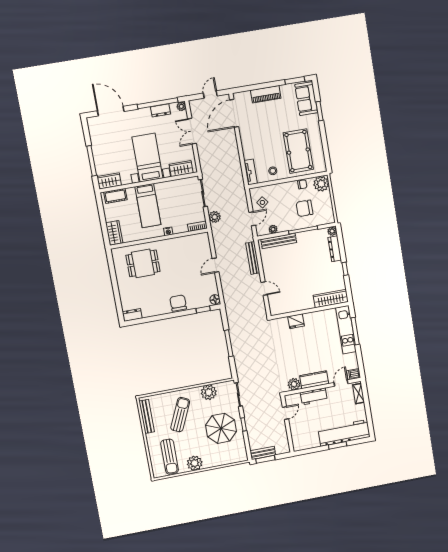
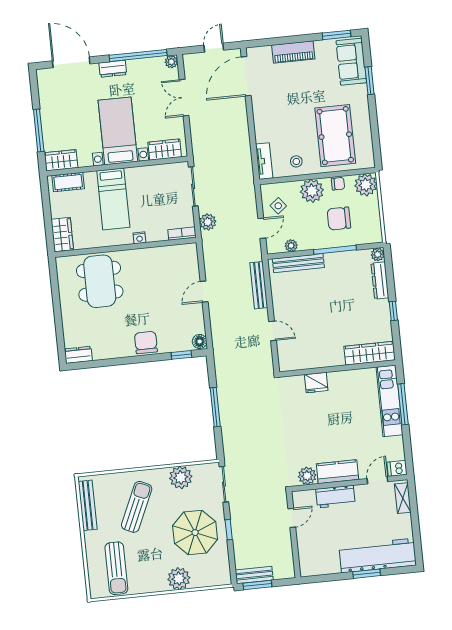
dresser: (161, 110) -> (113, 69), moved
plant: (285, 190) -> (312, 191), added
dining table: (143, 263) -> (100, 281), width x1.38
plant: (195, 463) -> (179, 579), moved

